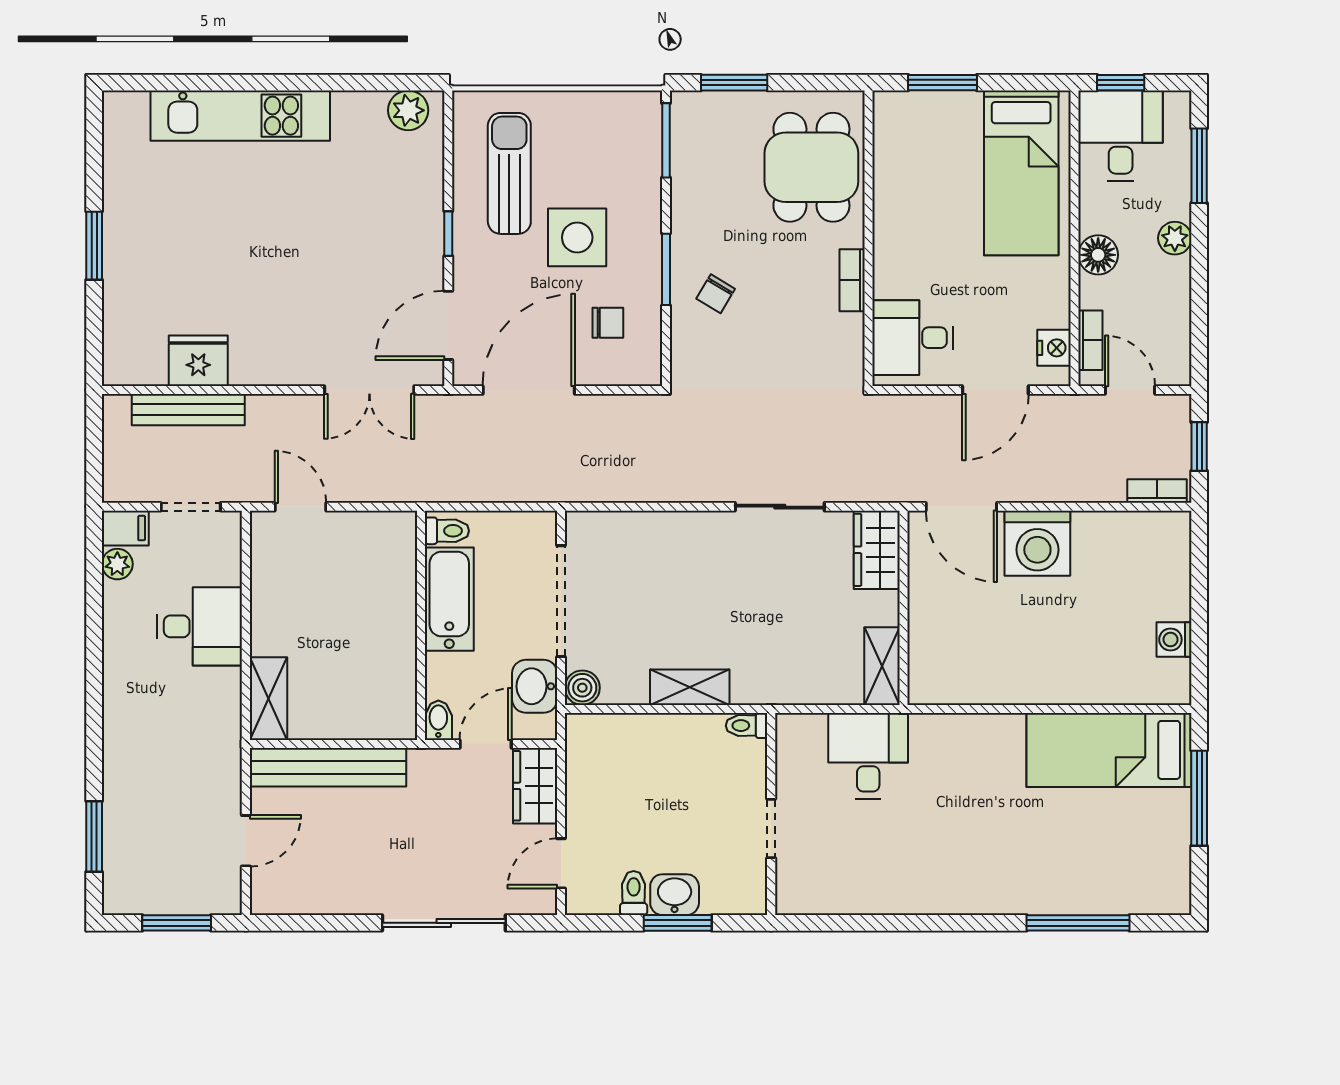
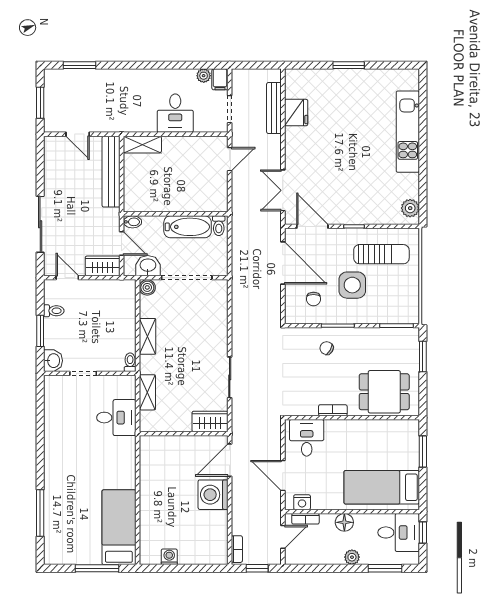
shelving: (882, 666) -> (147, 392), moved, turned 90
washbasin: (675, 895) -> (53, 361), moved

